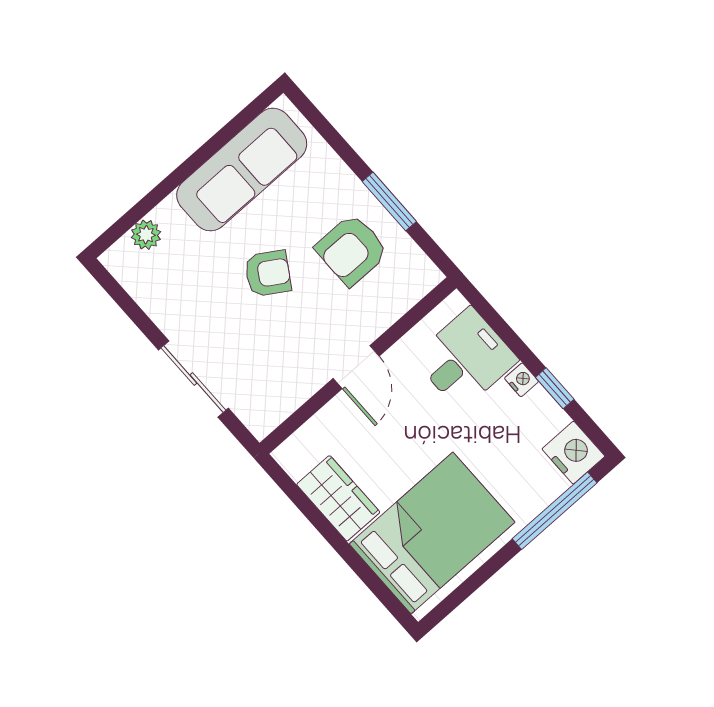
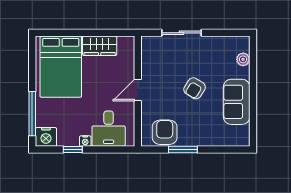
sofa: (242, 170) -> (237, 102), width x0.73
armchair: (352, 250) -> (165, 132), moved
door: (356, 367) -> (138, 90), hinge flipped

